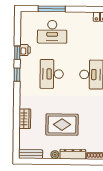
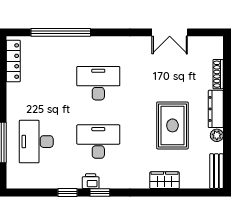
desk: (52, 32) -> (36, 142), turned 180
printer: (25, 50) -> (91, 181), moved
desk: (52, 74) -> (98, 142), turned 180

